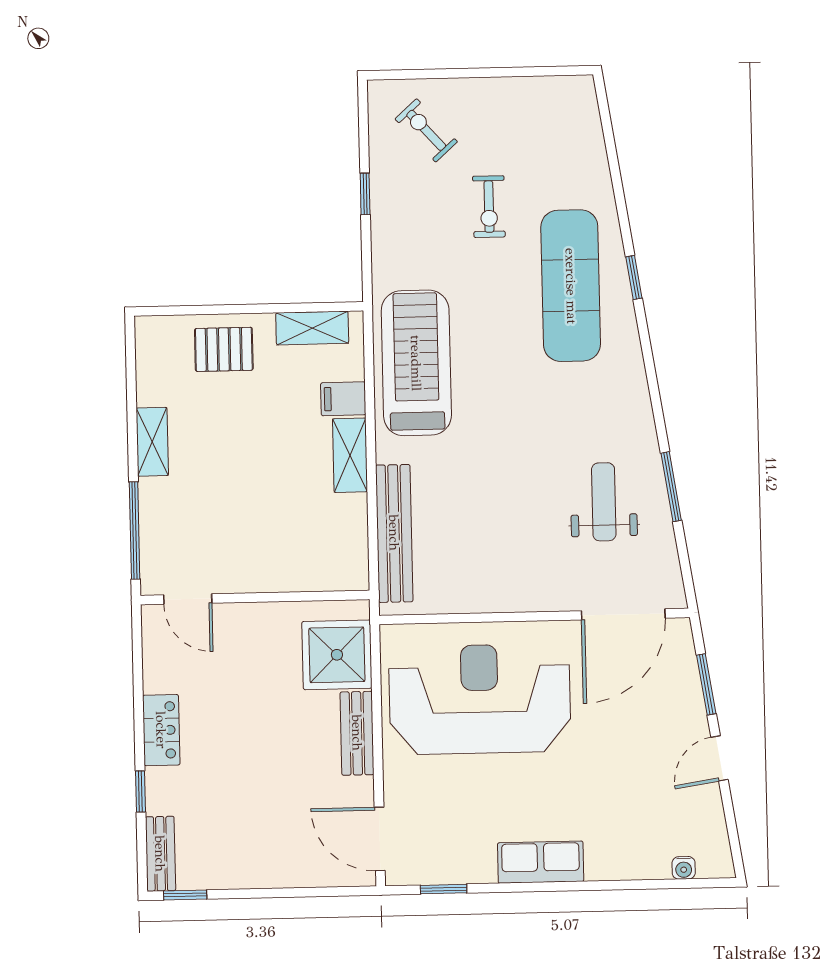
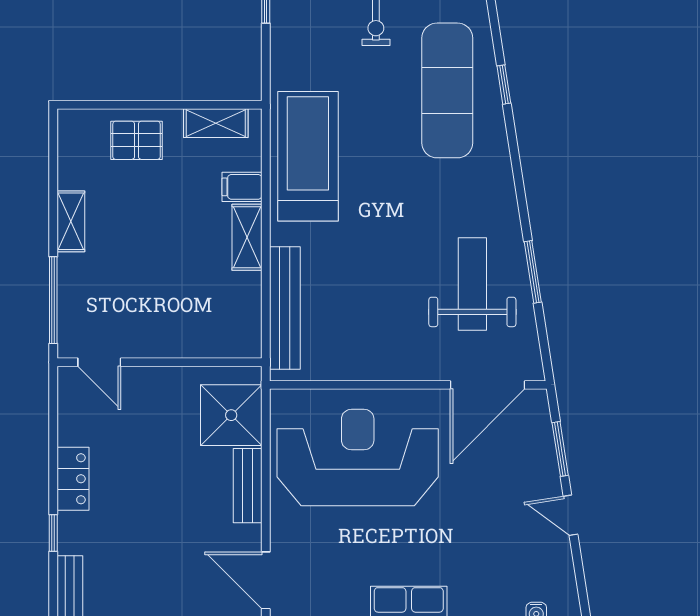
weight bench: (604, 502) -> (472, 284), width x1.36, depth x1.33
door: (719, 758) -> (570, 515), hinge flipped

